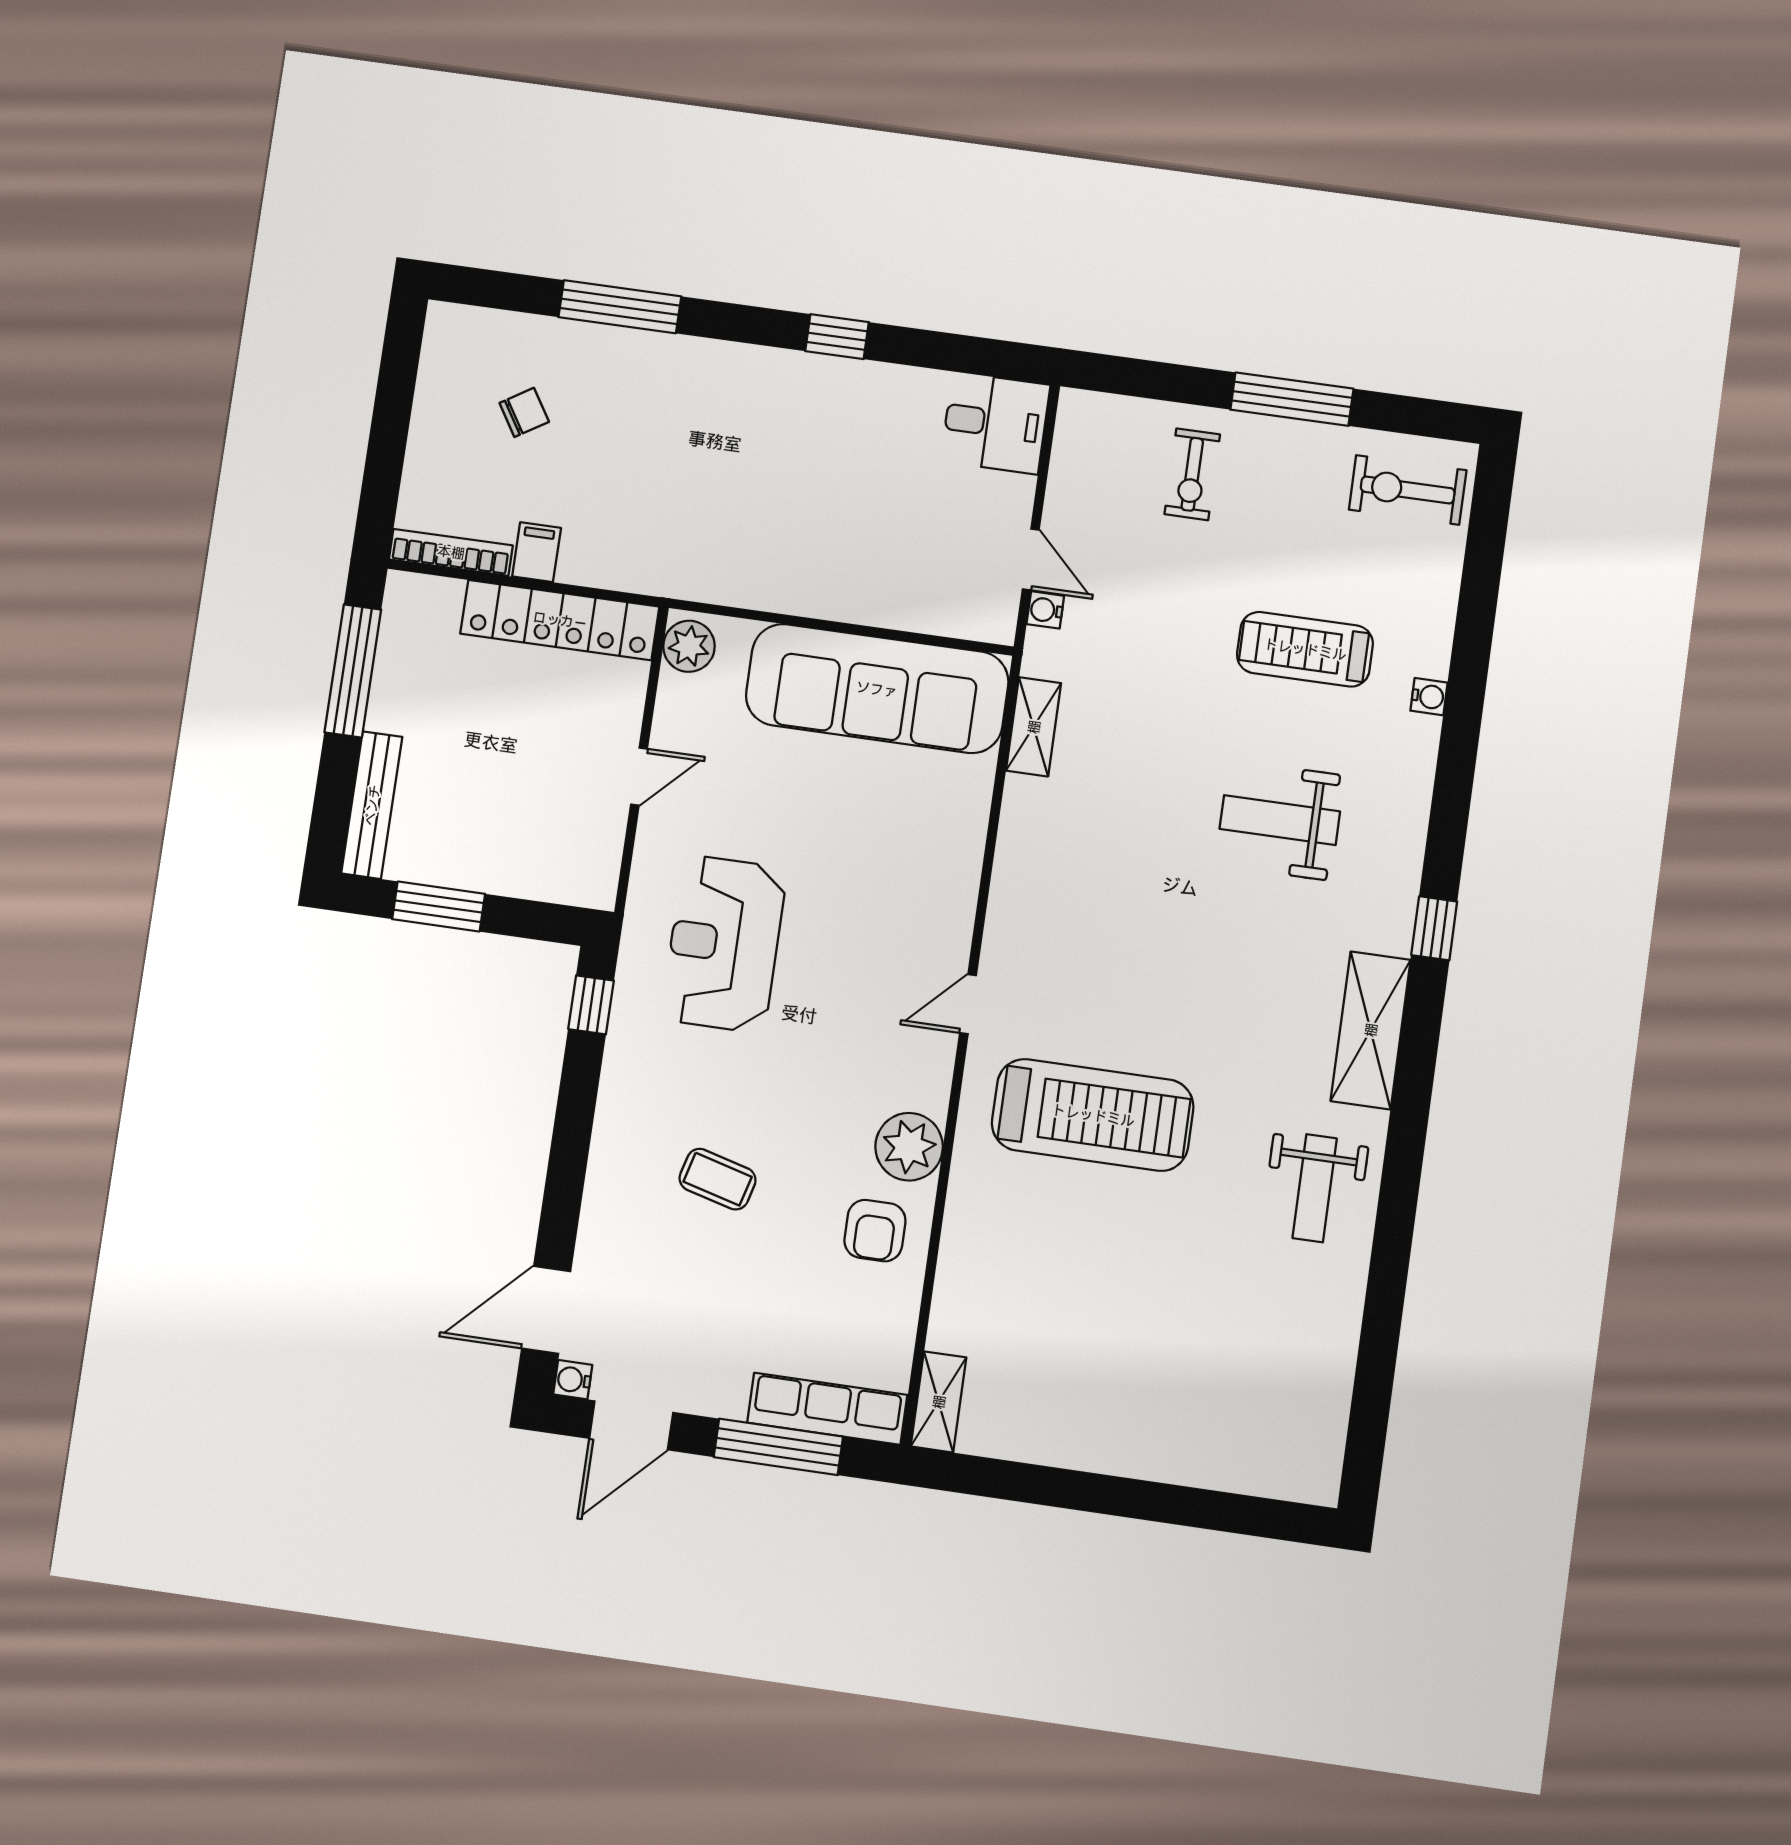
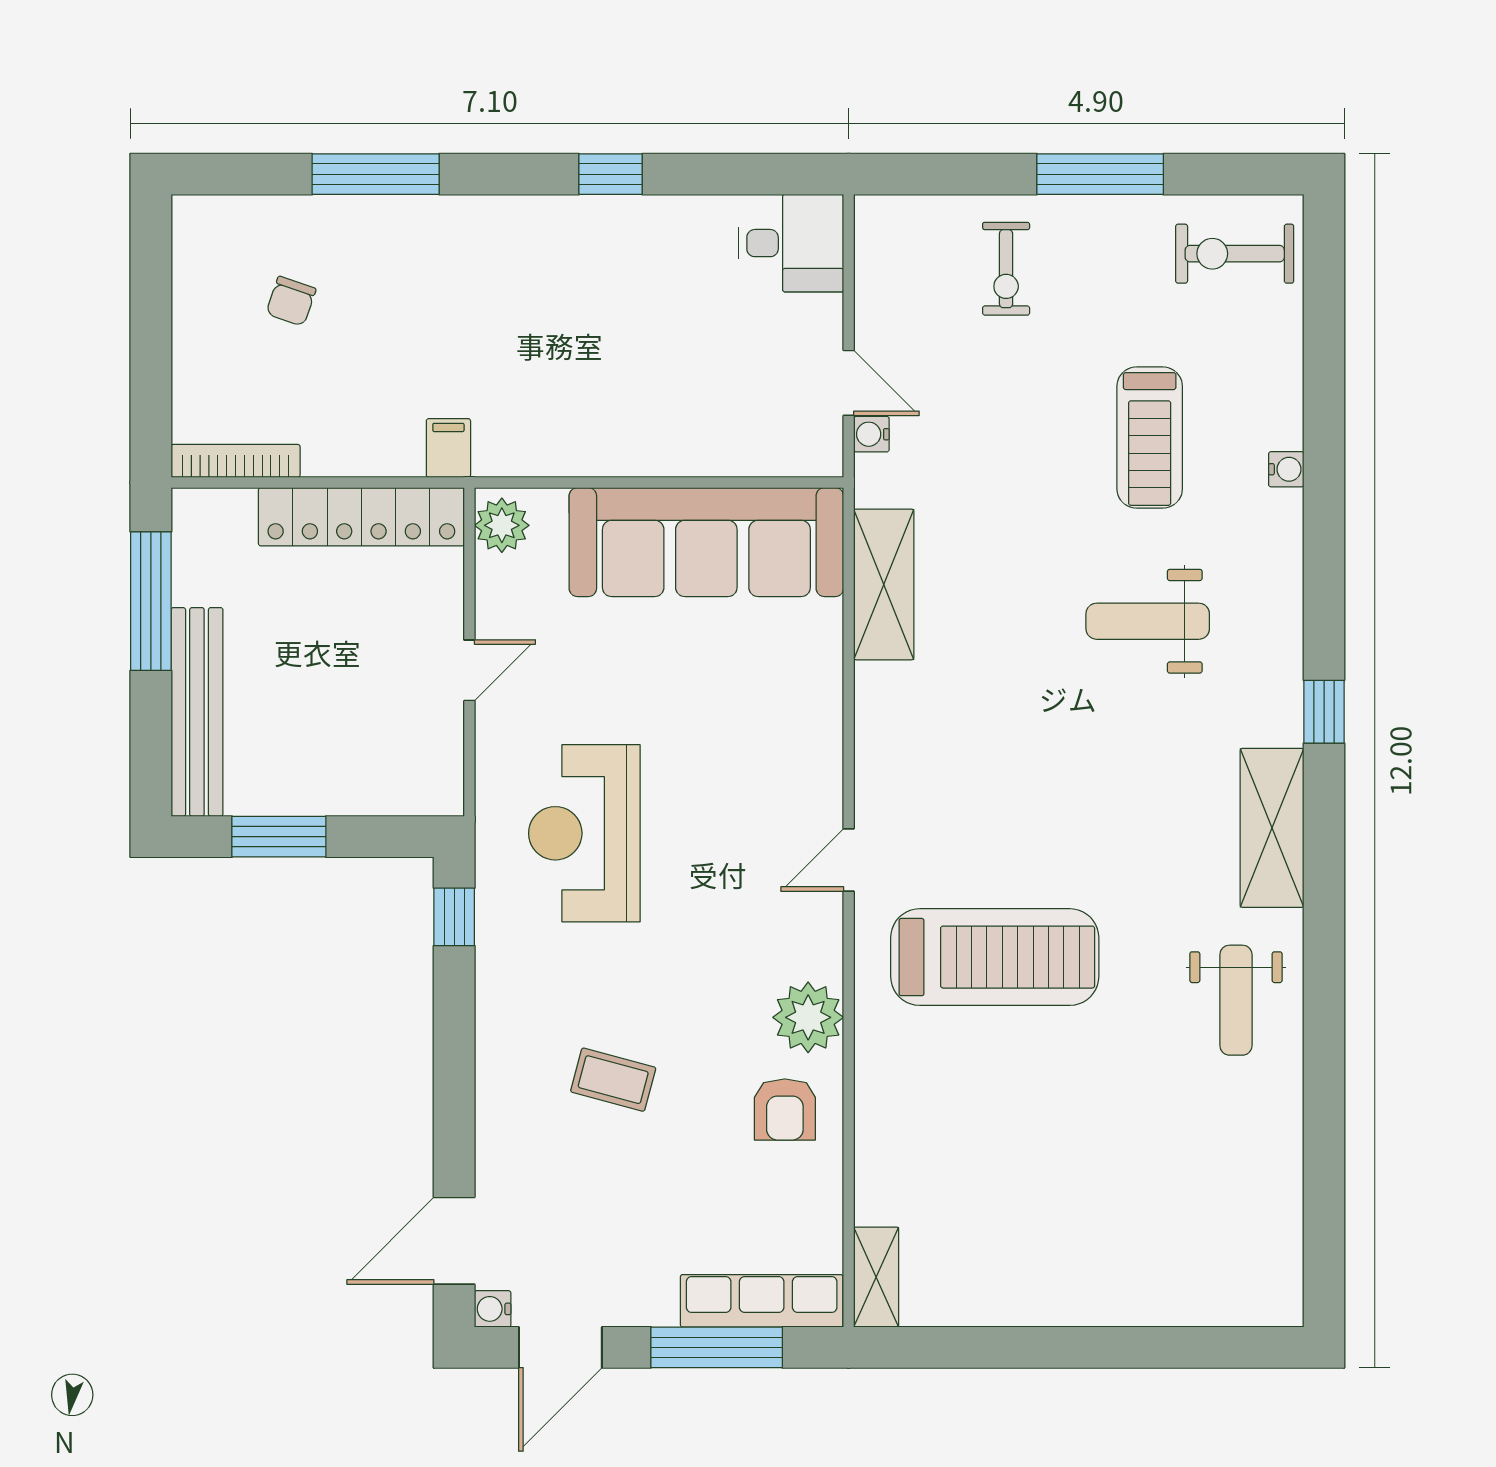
chair: (524, 412) -> (291, 301), turned 141
filing cabinet: (537, 552) -> (448, 448), moved
treadmill: (1305, 649) -> (1150, 438), turned -90
shelving: (1034, 727) -> (884, 584), width x1.50, depth x1.33
bench: (372, 805) -> (197, 712), width x1.37, depth x1.21

